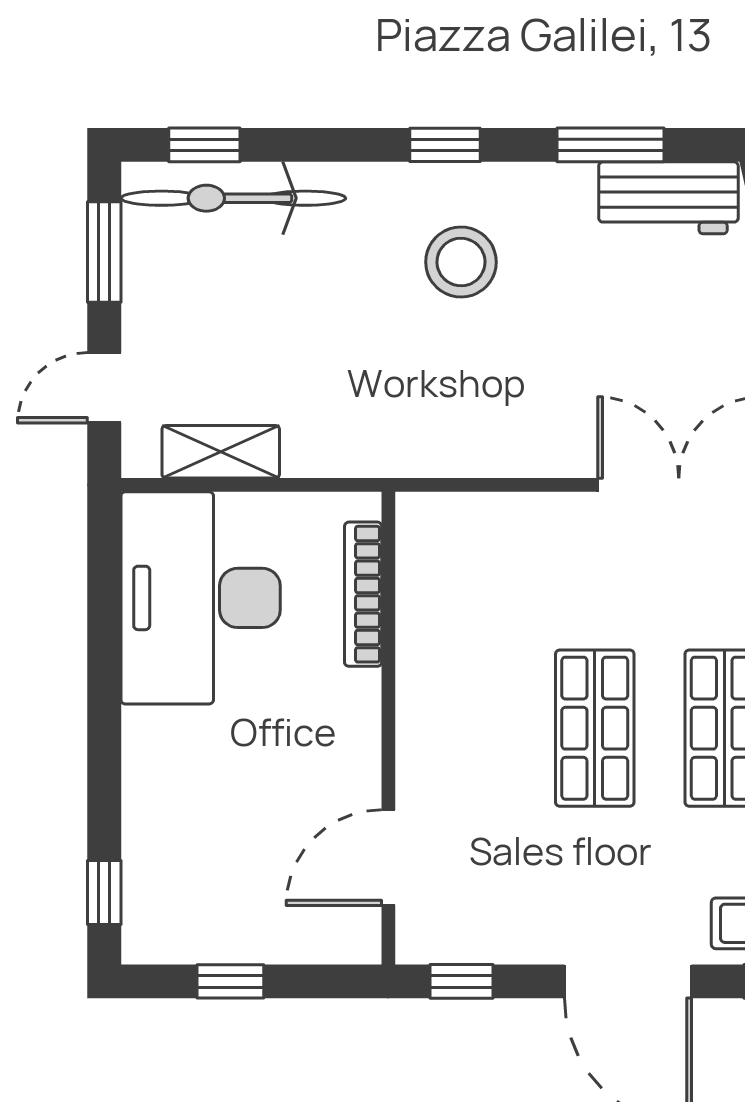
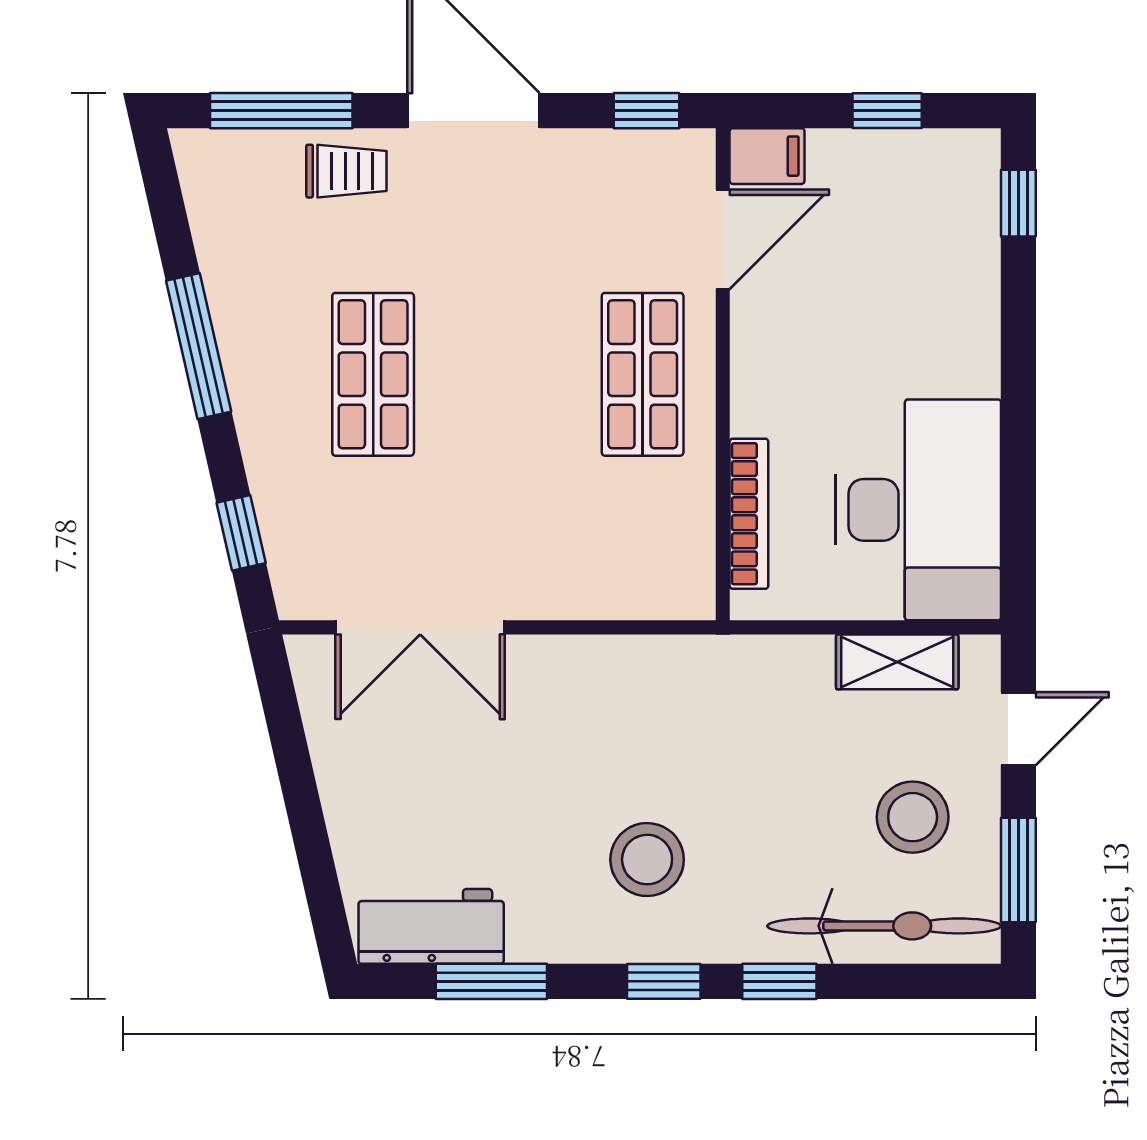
window: (204, 145) -> (779, 981), moved
stool: (206, 303) -> (913, 817), added
shop shelf: (595, 728) -> (643, 374), moved
filing cabinet: (346, 938) -> (767, 156), added

